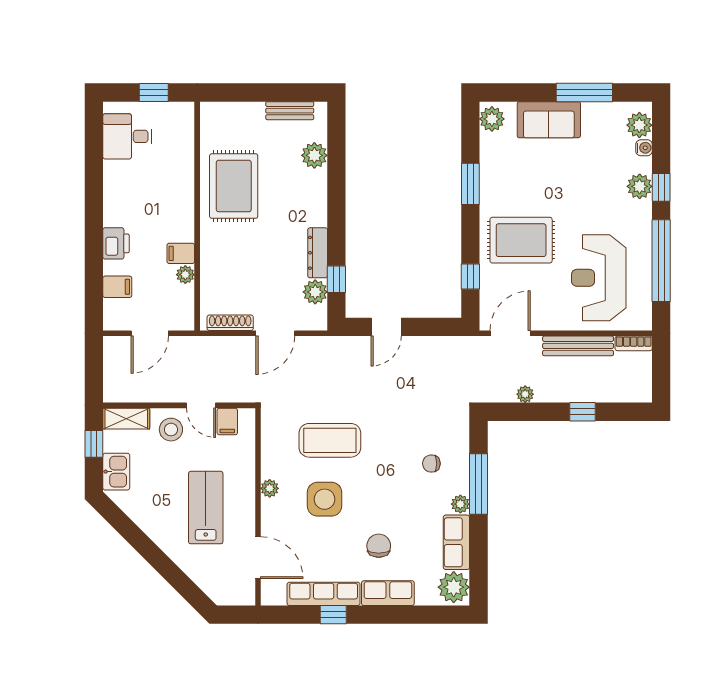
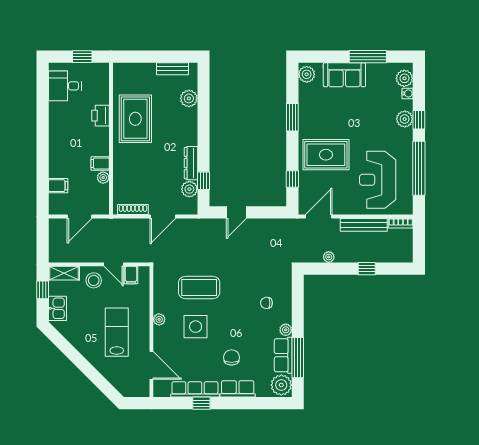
printer: (116, 243) -> (101, 116), moved, turned 180
window: (479, 484) -> (298, 358), moved

